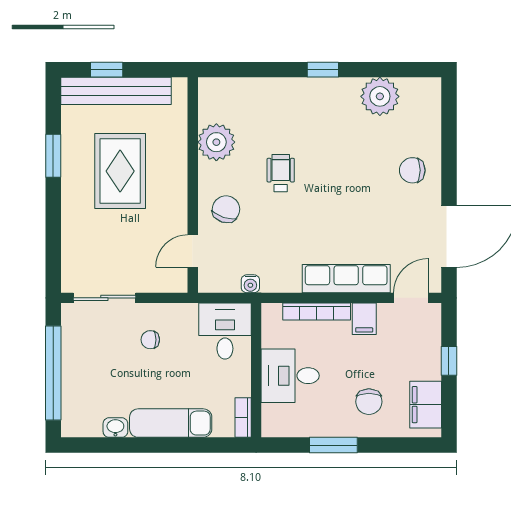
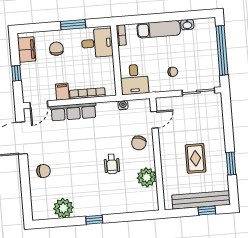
rug: (120, 171) -> (196, 158), width x0.73, depth x0.70
desk: (290, 376) -> (97, 43), moved

